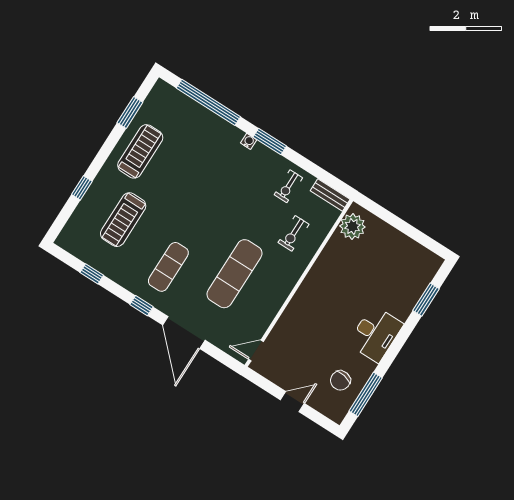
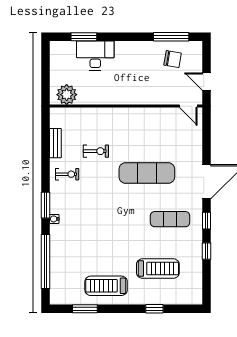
plant: (352, 226) -> (67, 95), moved
window: (92, 274) -> (207, 251), moved
wall: (299, 283) -> (126, 106), moved
desk: (376, 334) -> (95, 55), moved
door: (256, 350) -> (188, 106), moved

